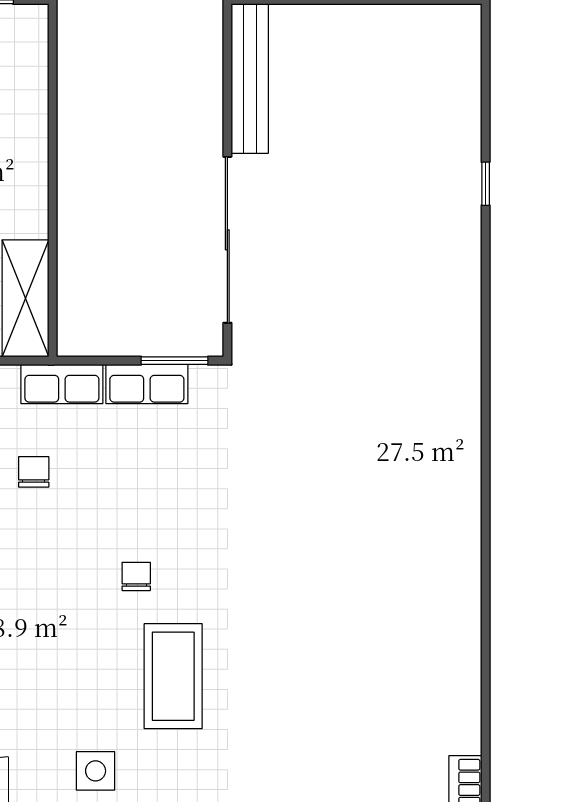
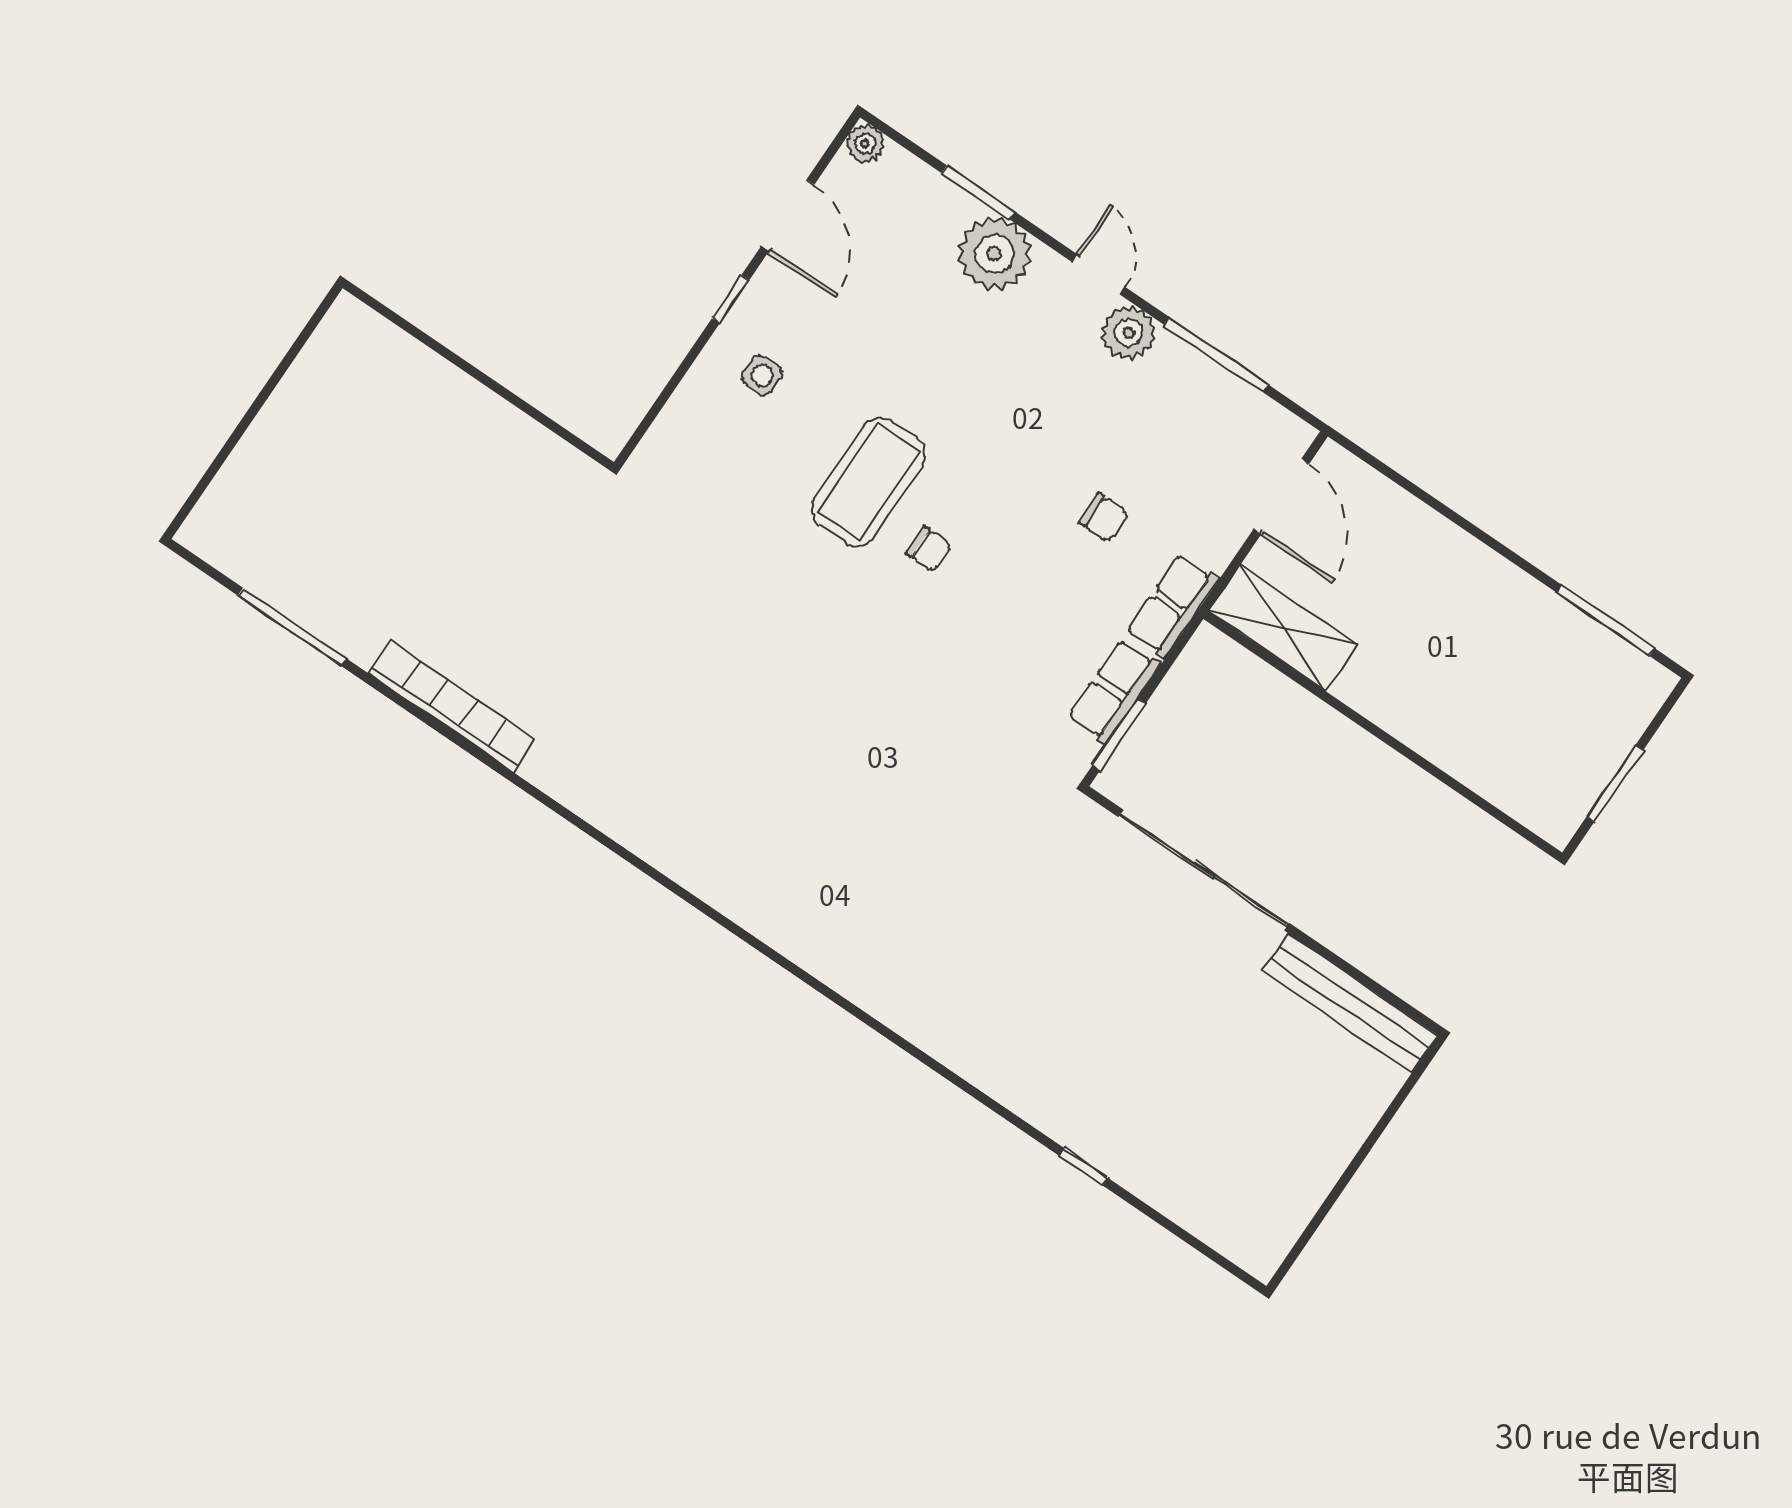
coffee table: (173, 676) -> (868, 482), moved, turned 90
side table: (96, 771) -> (762, 375), width x0.73, depth x0.73

